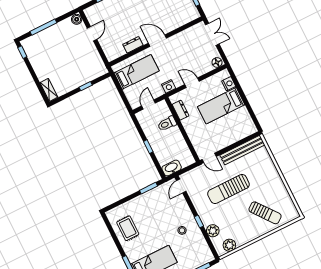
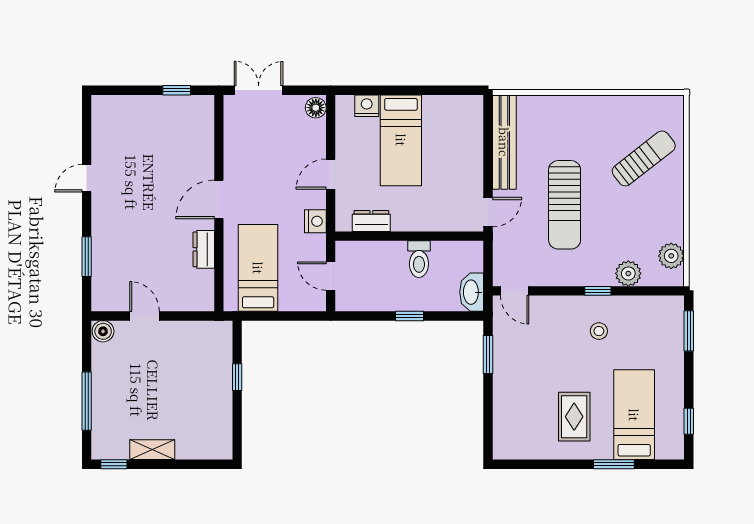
shelving: (49, 90) -> (152, 450), moved
toilet: (167, 124) -> (419, 259), moved
rug: (128, 228) -> (574, 417), moved, turned 90

